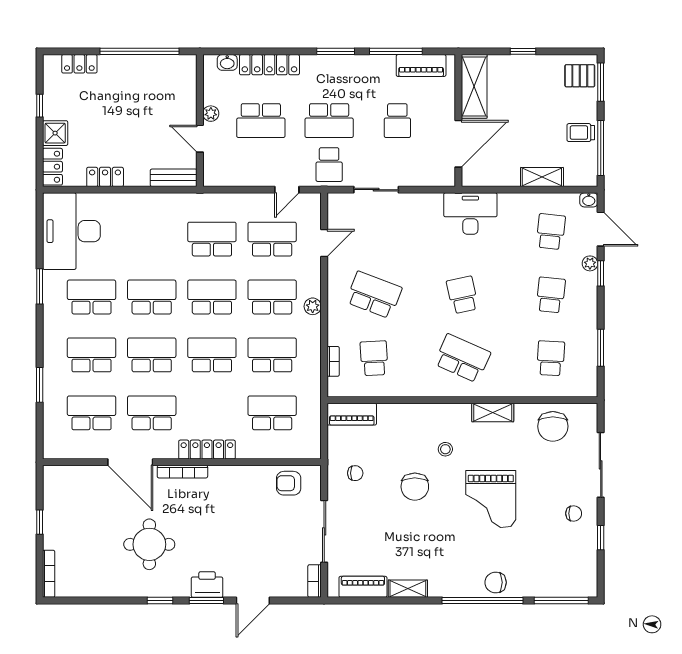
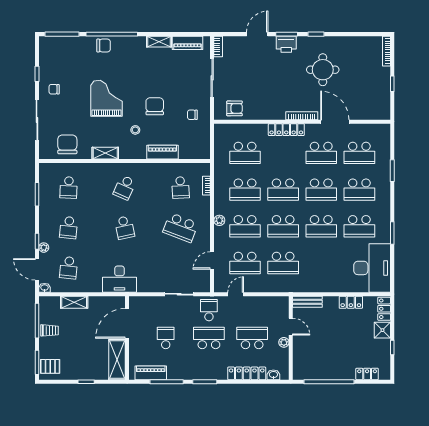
school desk: (462, 358) -> (125, 188), width x0.54
piano: (352, 414) -> (162, 152), moved

